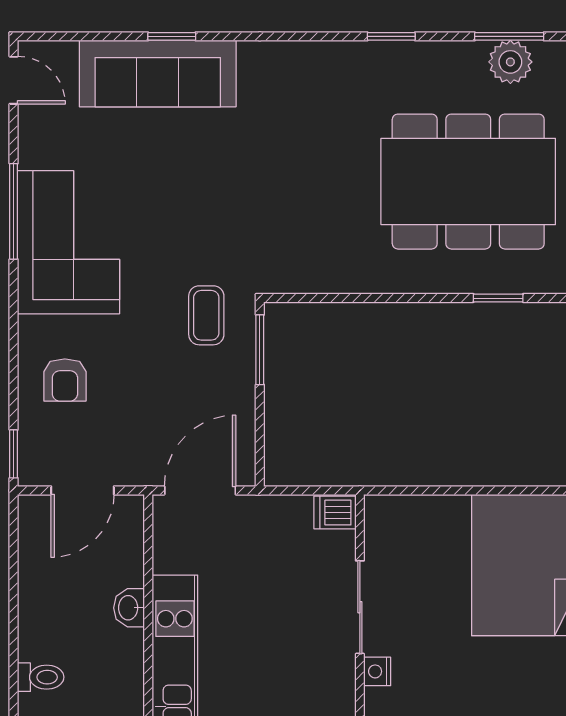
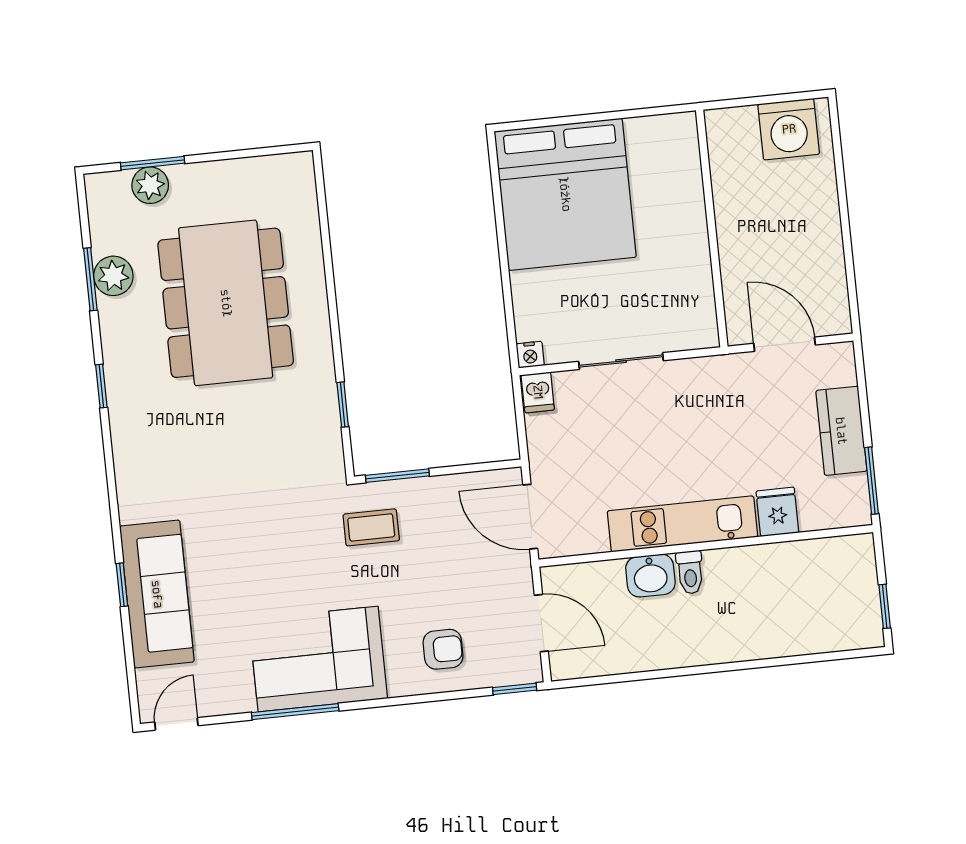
window: (498, 298) -> (343, 405), moved
washbasin: (129, 608) -> (650, 576), width x1.38, depth x1.45
nightstand: (377, 671) -> (530, 355), moved
toilet: (41, 677) -> (690, 572), moved, turned 180

